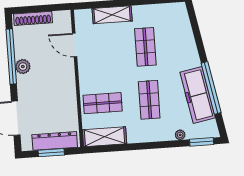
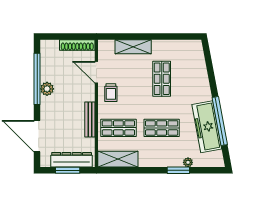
shoe rack: (33, 18) -> (77, 45), moved
trolley: (92, 66) -> (111, 93), added
bench: (71, 96) -> (90, 119), added
shop shelf: (149, 100) -> (162, 128), turned 90
window: (202, 142) -> (178, 170), moved

